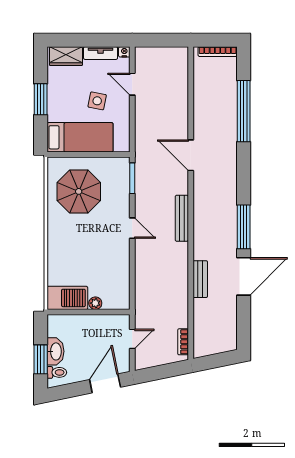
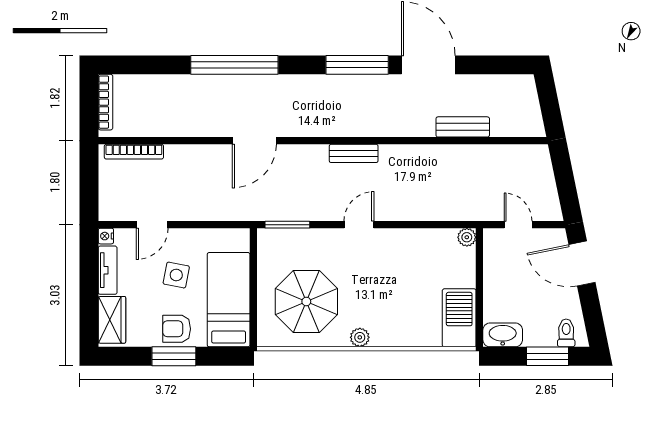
armchair: (60, 101) -> (177, 329), added
window: (244, 111) -> (234, 65), moved
bench: (182, 218) -> (354, 153), width x0.73
plant: (54, 229) -> (360, 337), added
bench: (200, 279) -> (463, 127), moved
plant: (95, 303) -> (467, 237), moved
bookcase: (183, 342) -> (134, 152), moved, width x1.56
washbasin: (55, 351) -> (503, 335), moved

